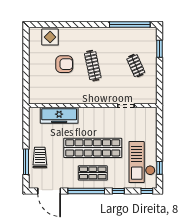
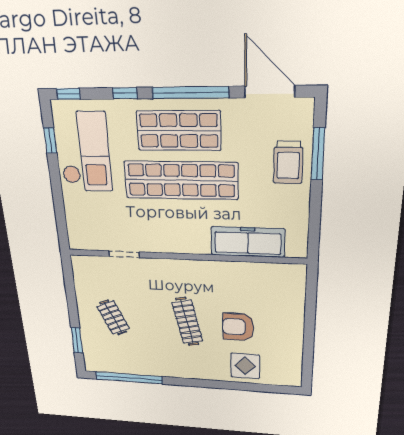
display table: (50, 37) -> (245, 366), moved
shop shelf: (93, 173) -> (179, 131), width x1.43, depth x1.36

